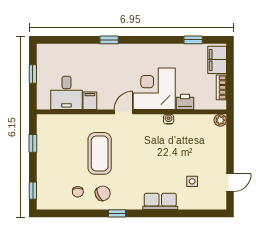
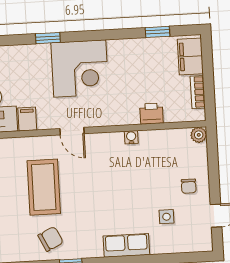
corner desk: (154, 89) -> (80, 69), moved, turned 180
door: (124, 112) -> (72, 131), swing flipped
chair: (78, 192) -> (189, 186), moved

